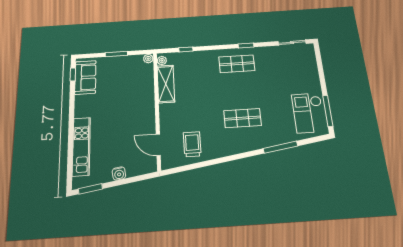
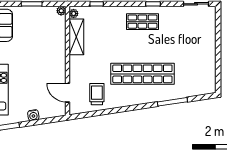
window: (328, 111) -> (218, 72), removed
checkout: (308, 113) -> (201, 73), removed
shop shelf: (242, 118) -> (142, 74), width x2.00, depth x1.36

